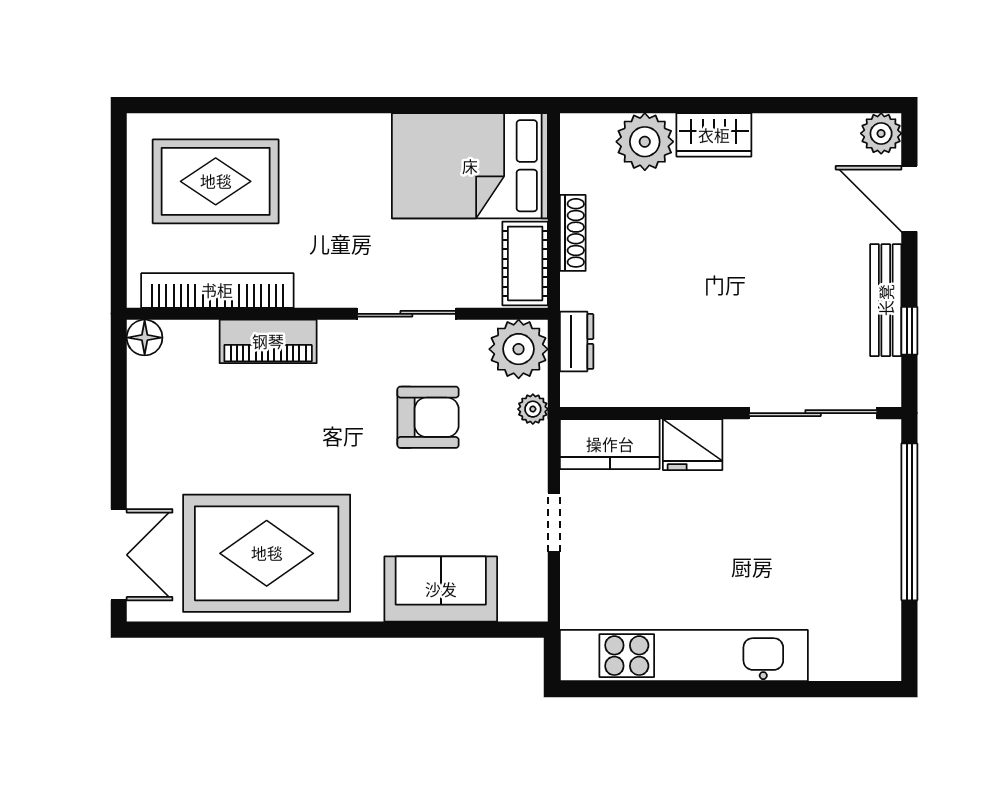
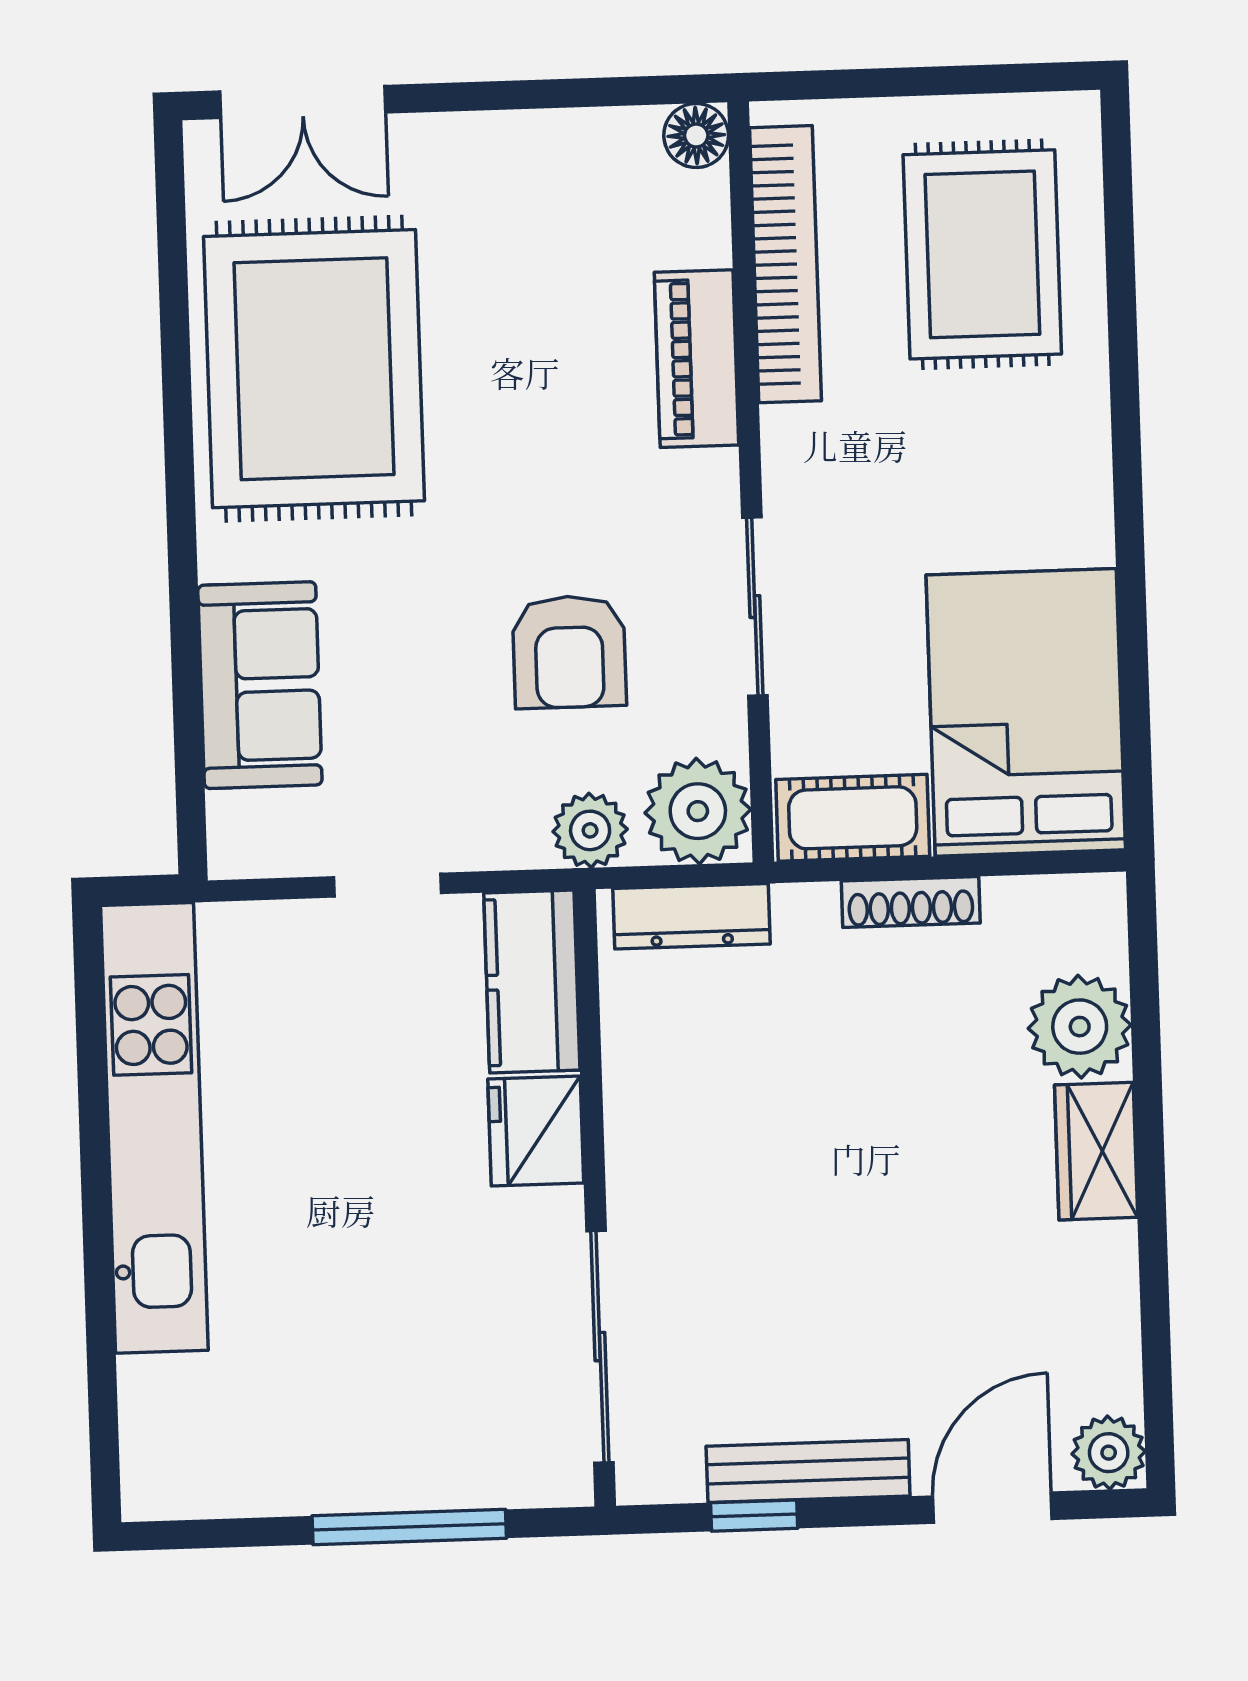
dresser: (577, 341) -> (691, 916), width x1.44
plant: (533, 409) -> (590, 830), width x1.38, depth x1.38
window: (909, 522) -> (409, 1527), width x0.68

